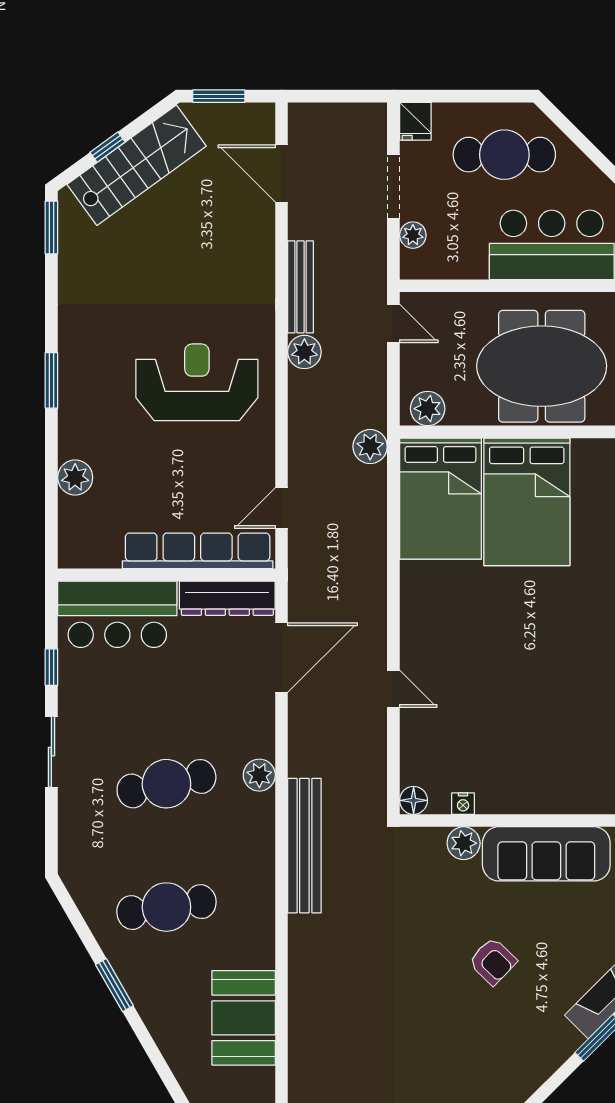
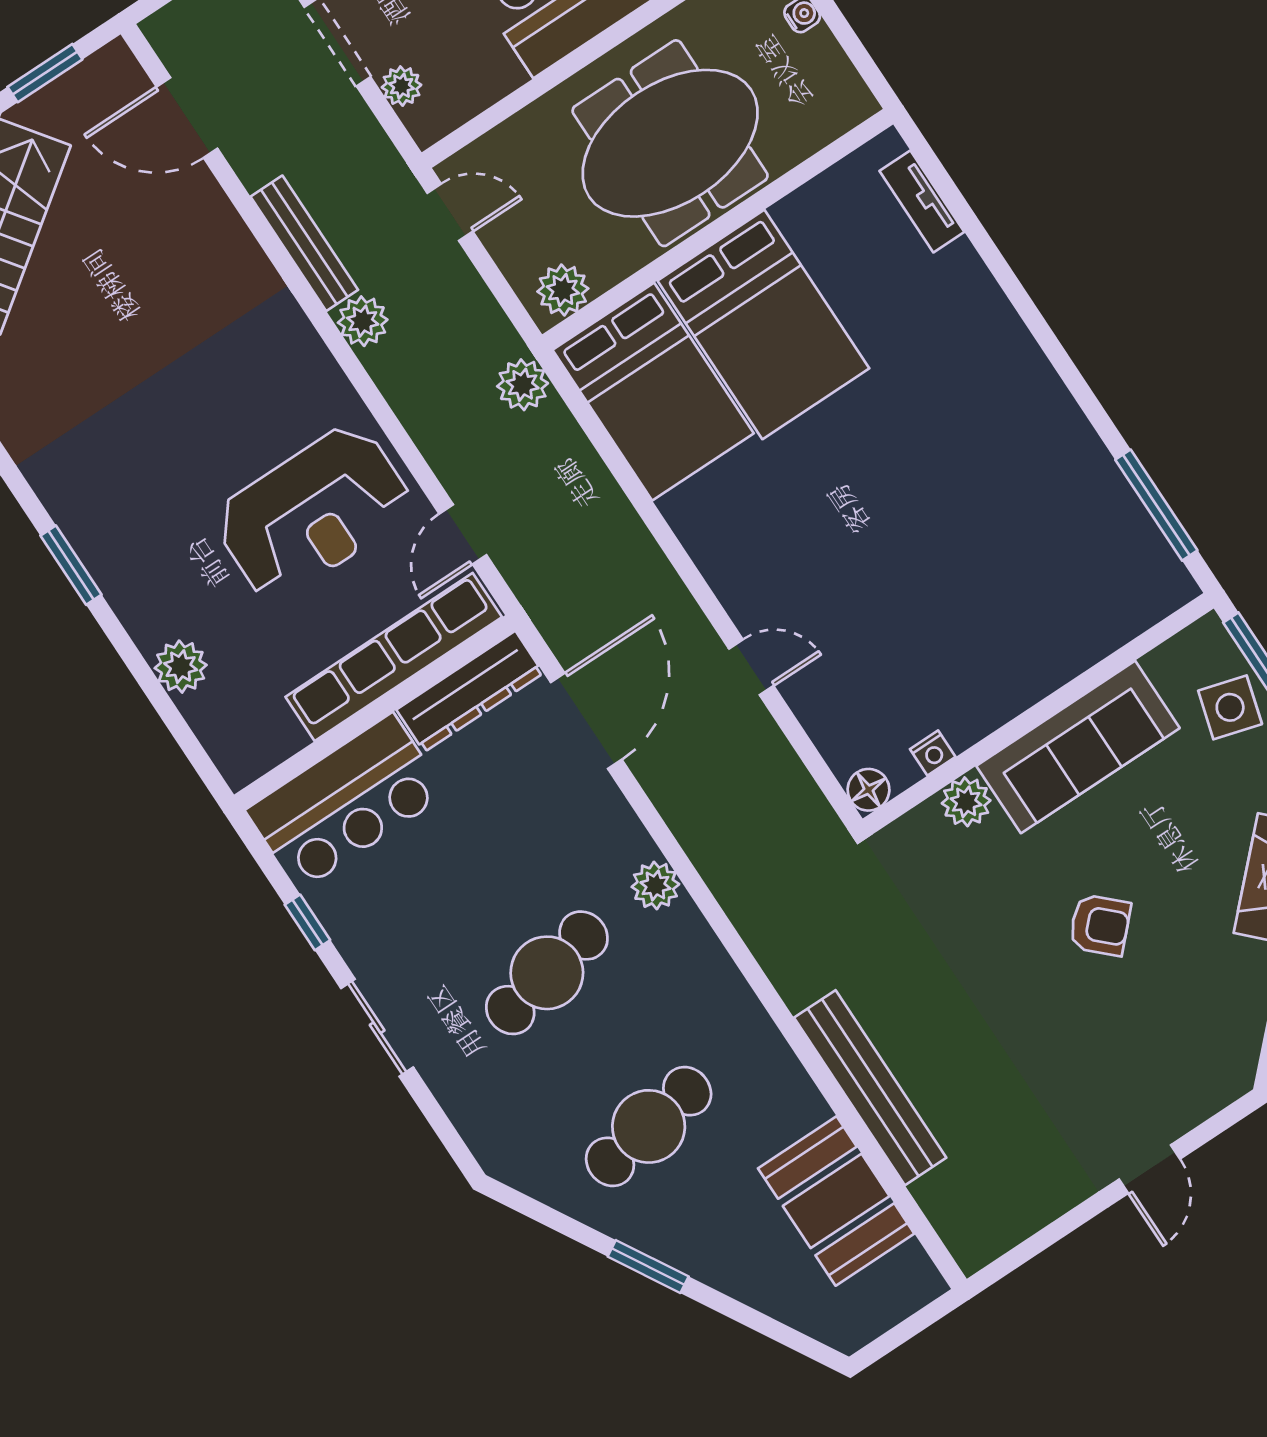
reception desk: (197, 382) -> (313, 512), moved, turned 180
bench: (304, 846) -> (870, 1088), moved

